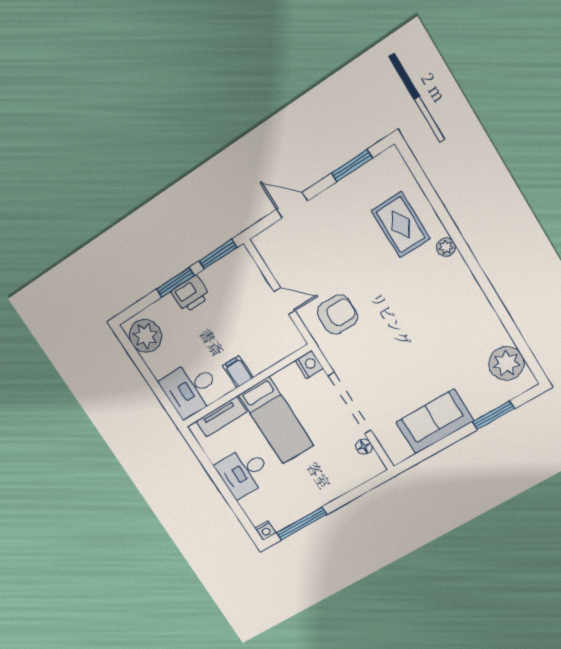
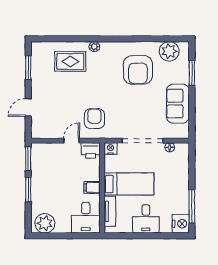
printer: (190, 294) -> (91, 150), moved, turned 90
armchair: (450, 334) -> (138, 70), added
nightstand: (265, 531) -> (181, 224), width x1.89, depth x1.79

